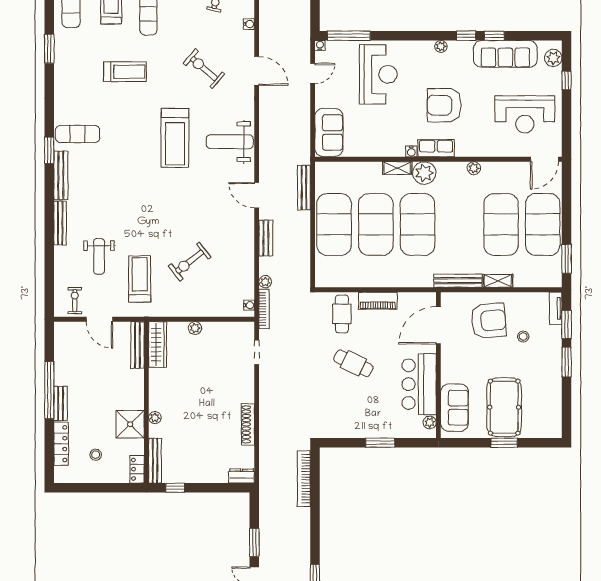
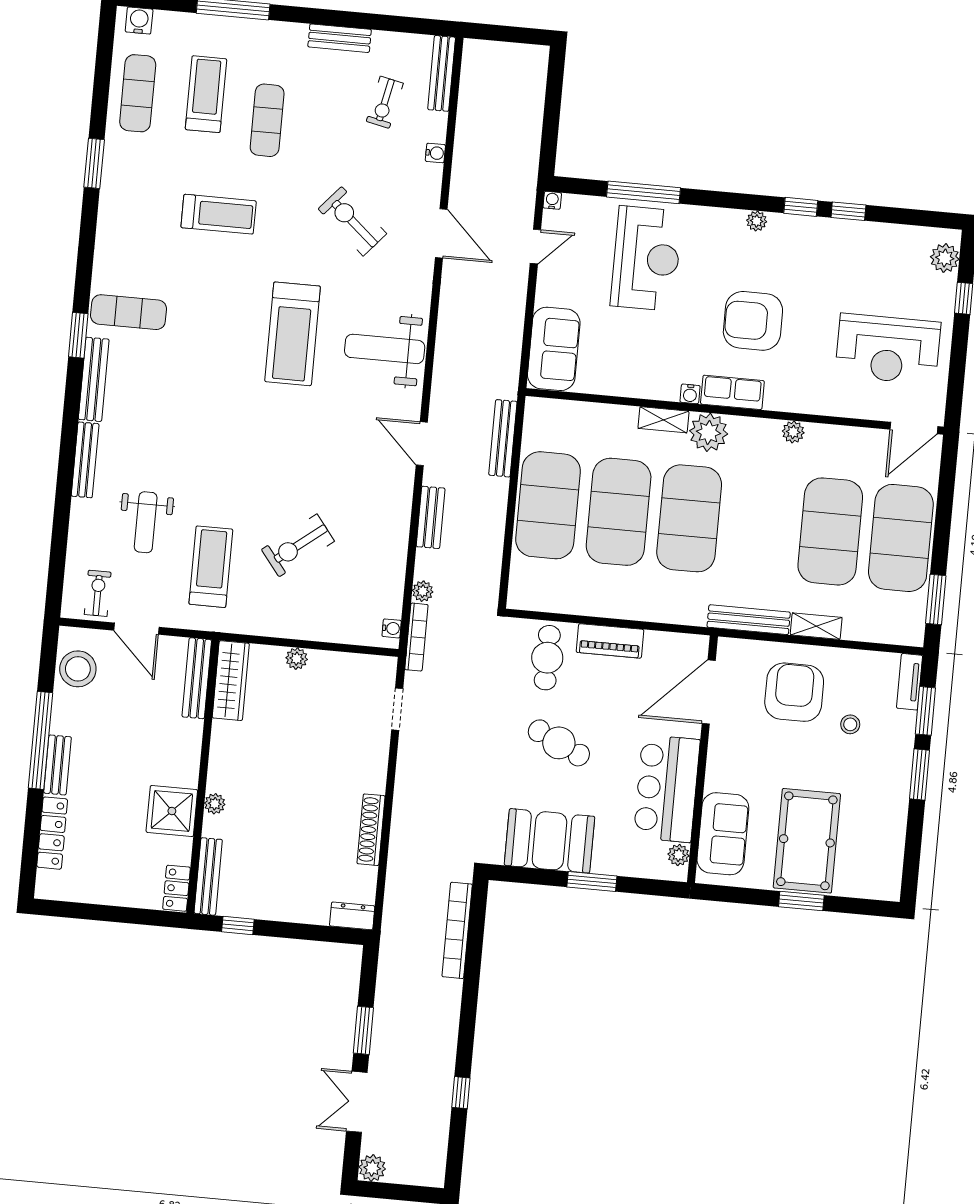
window: (349, 36) -> (644, 192), moved
sofa: (505, 54) -> (864, 244), removed
armchair: (489, 321) -> (794, 692), turned -85
booth: (353, 421) -> (549, 841), added
stool: (96, 455) -> (78, 669), moved, width x1.89, depth x1.89

